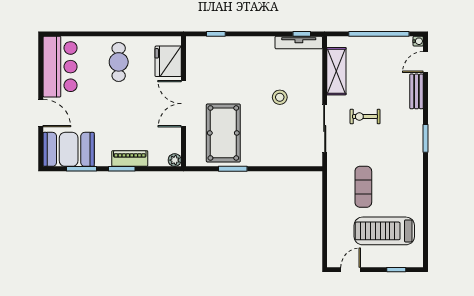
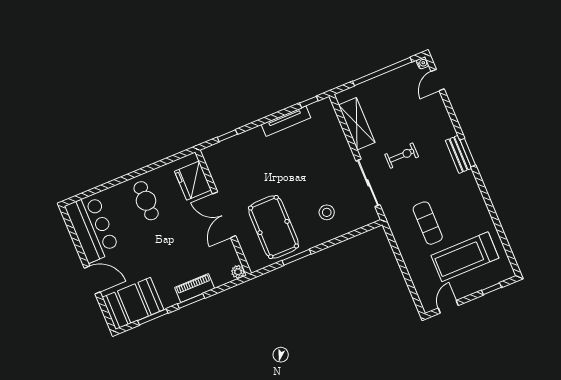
tv unit: (299, 43) -> (286, 121), moved
bench: (416, 91) -> (458, 154), moved
stool: (280, 97) -> (327, 212), moved
exercise bike: (365, 117) -> (402, 156), turned 180

